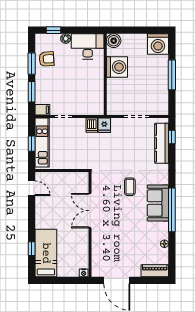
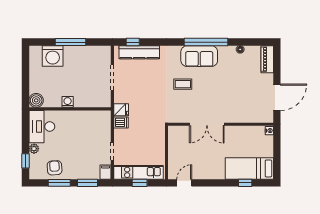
washing machine: (158, 44) -> (53, 56), moved, turned 90
washing machine: (117, 67) -> (68, 102), width x0.53, depth x0.53

